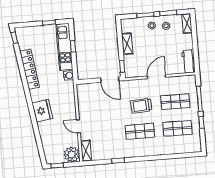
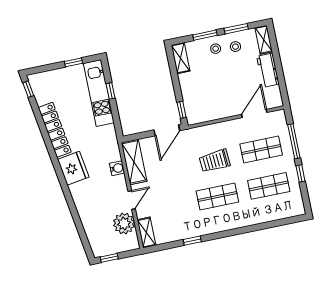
shelving: (127, 44) -> (181, 58), moved
workbench: (188, 62) -> (268, 70), moved
water cooler: (69, 75) -> (117, 168), moved
door: (157, 77) -> (254, 113), moved
door: (110, 79) -> (167, 130), hinge flipped
shelving: (83, 99) -> (134, 162), added
fridge: (42, 111) -> (73, 168), moved
door: (78, 126) -> (132, 200), swing flipped
plant: (72, 154) -> (124, 223), moved

